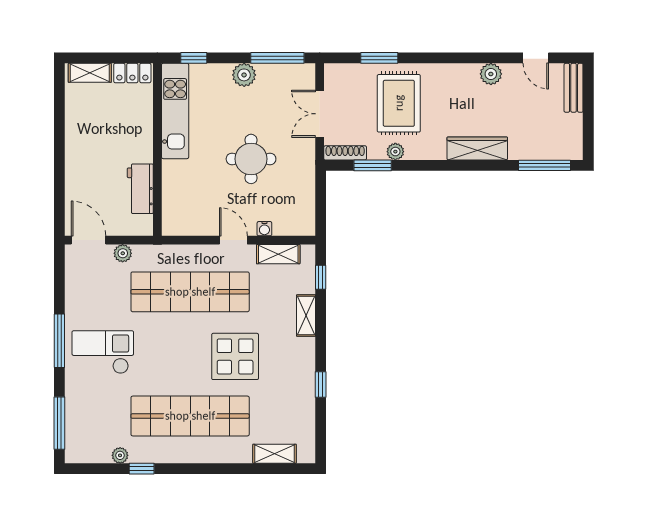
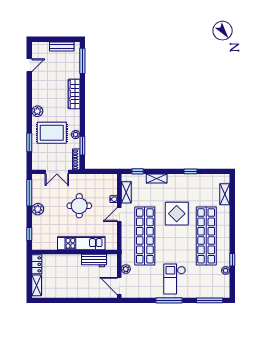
plant: (491, 74) -> (37, 111), moved
bench: (574, 88) -> (62, 47), moved
kitchen unit: (175, 111) -> (81, 243), moved
door: (89, 240) -> (119, 286), hinge flipped

